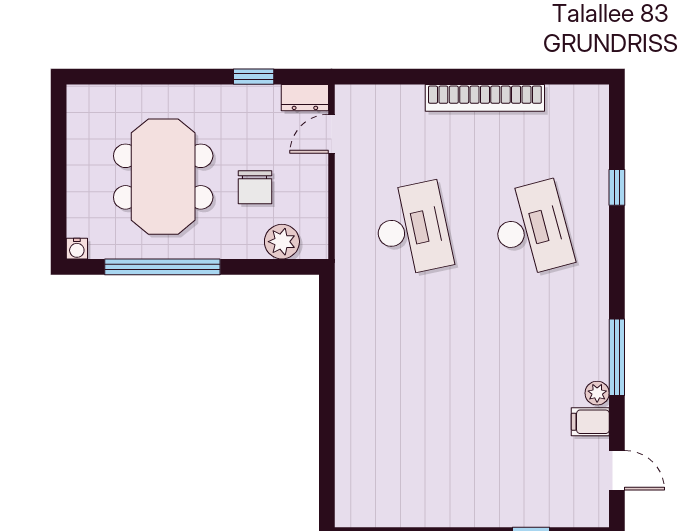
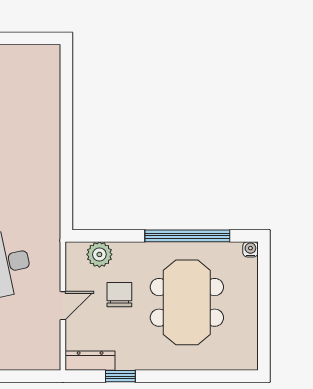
dresser: (305, 98) -> (90, 361), width x1.44
door: (332, 134) -> (63, 306), moved

